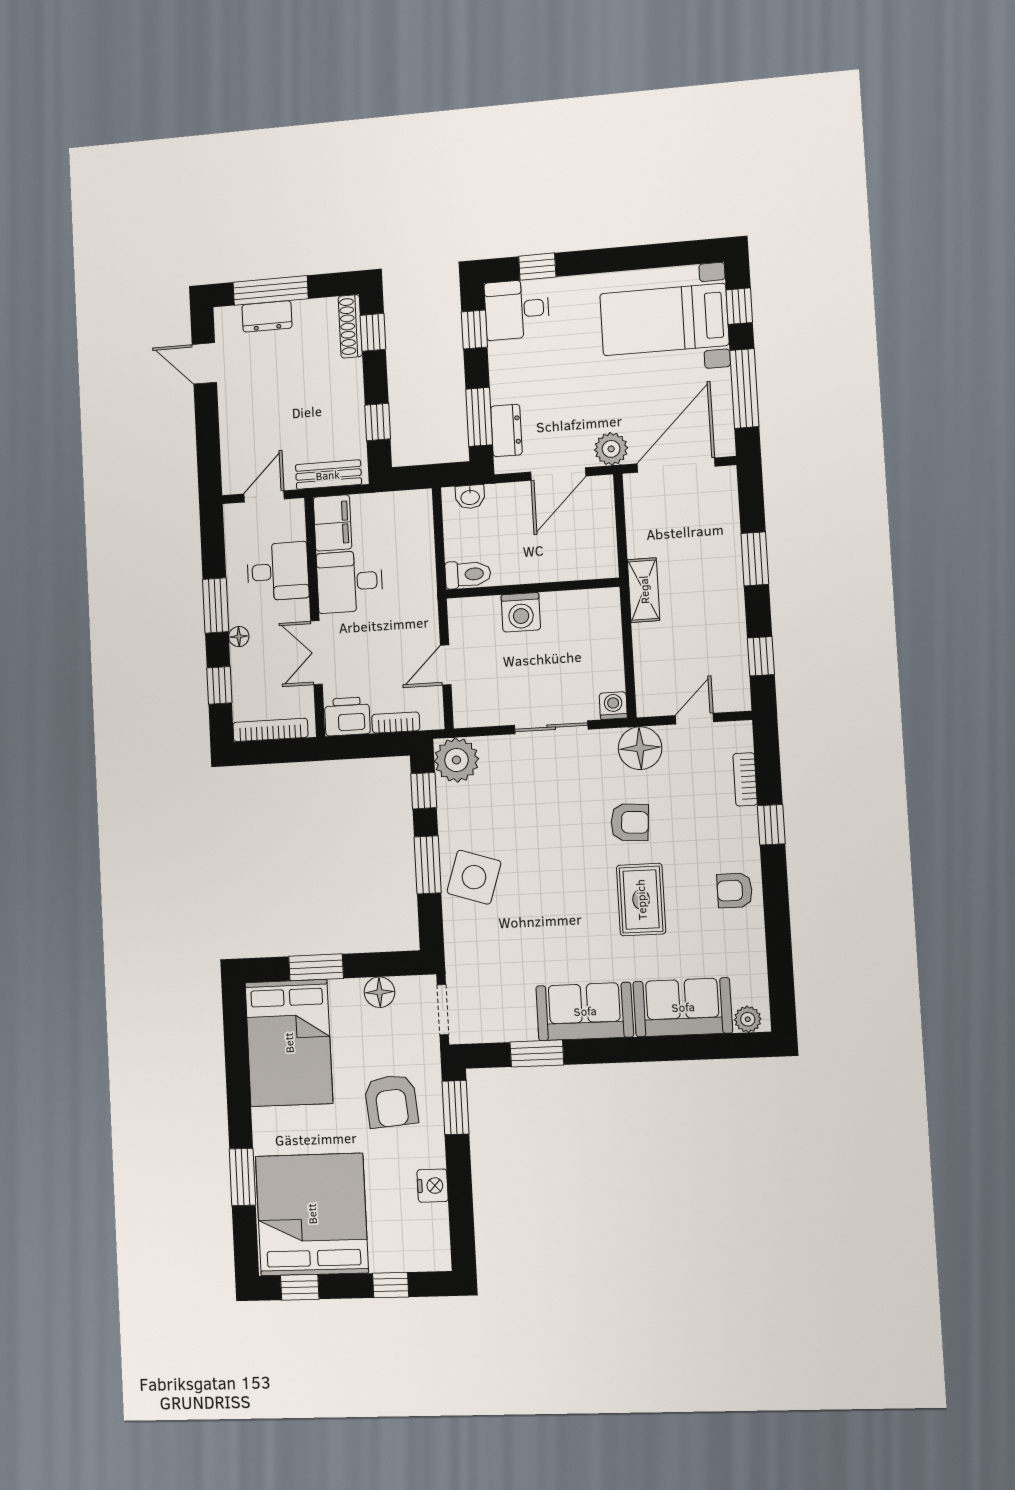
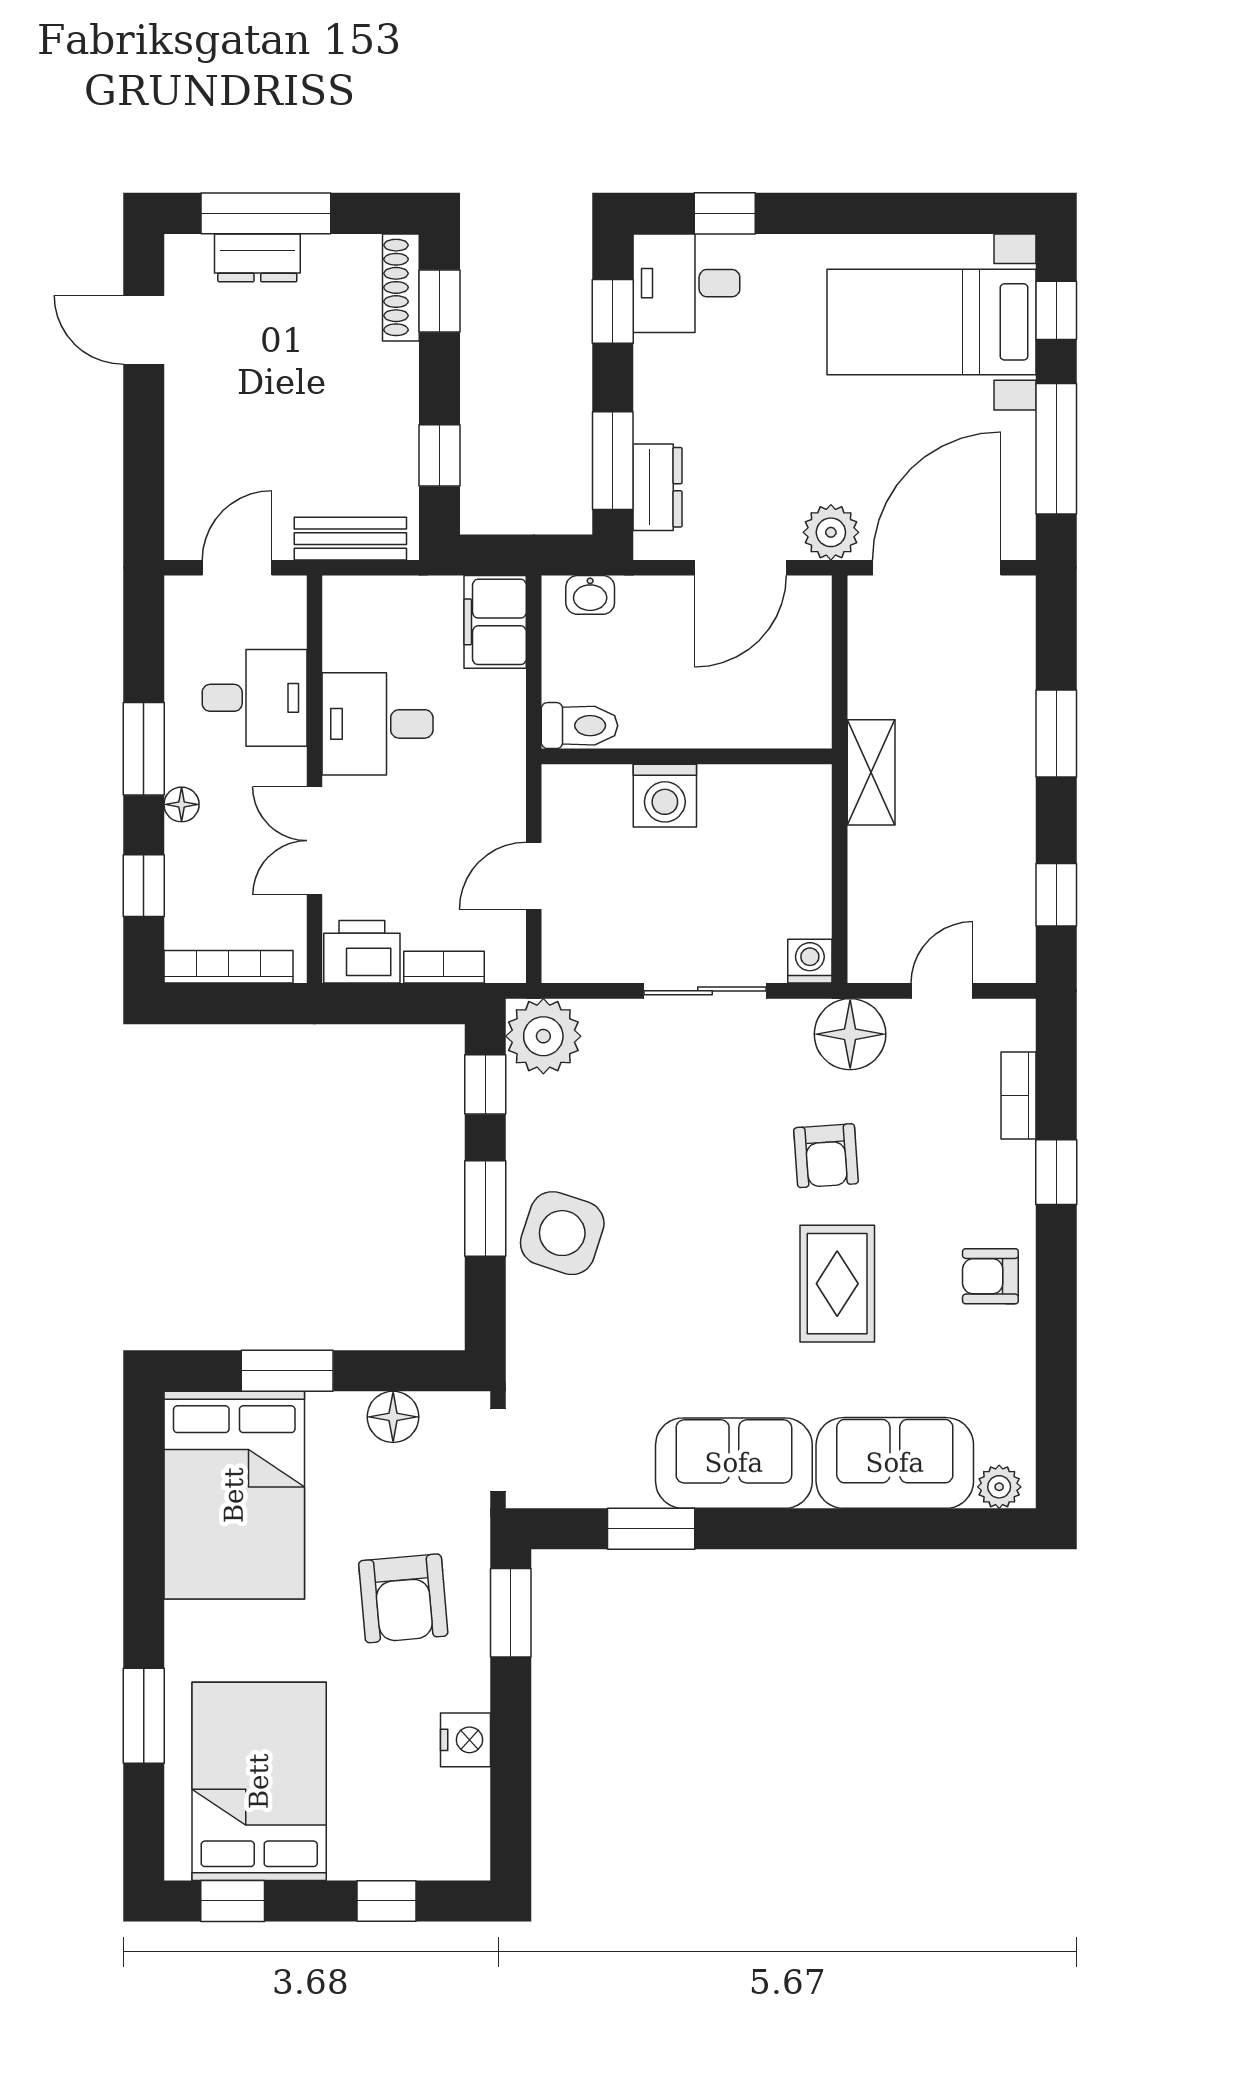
filing cabinet: (333, 523) -> (495, 622), moved, turned 180
armchair: (630, 822) -> (826, 1156), turned 82
bed: (312, 1214) -> (259, 1781), width x0.73

